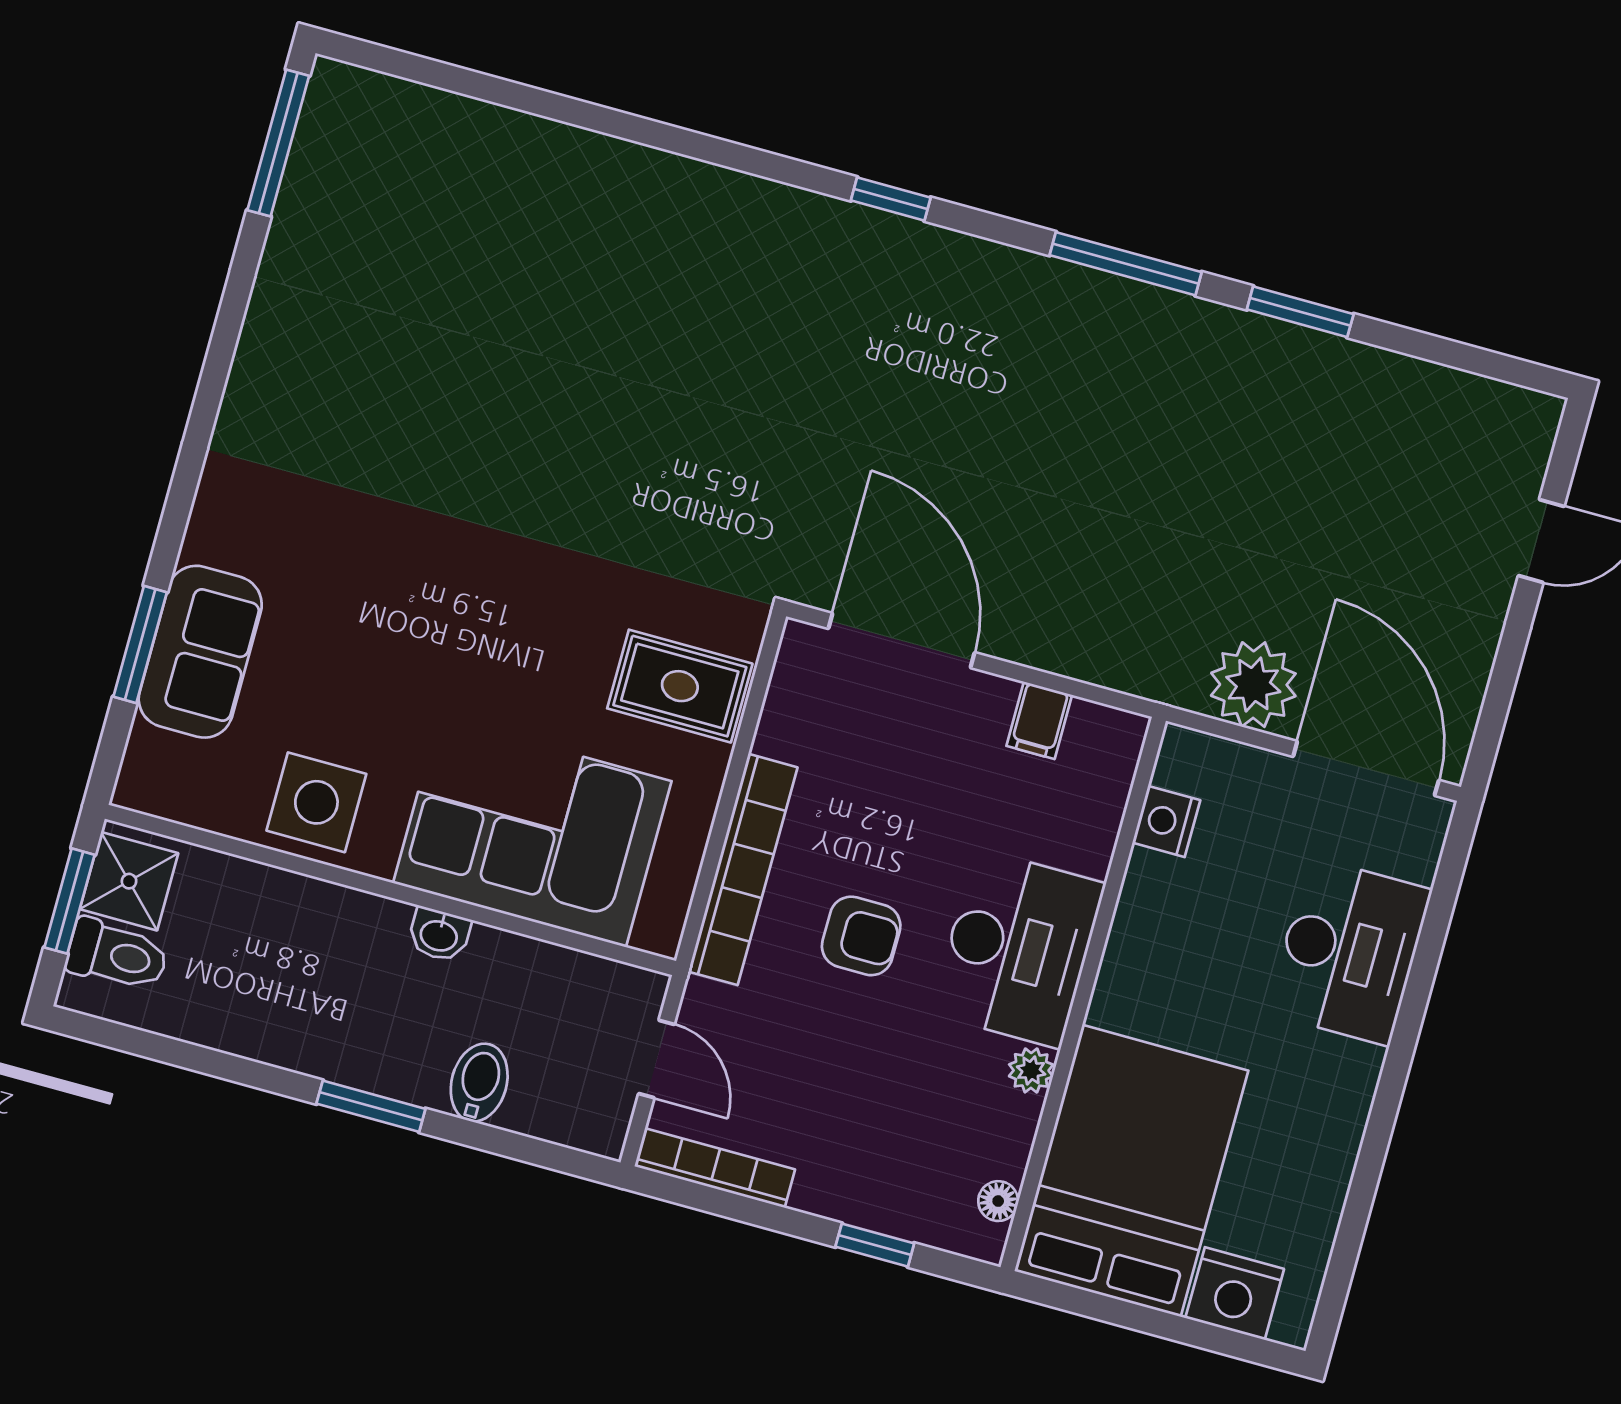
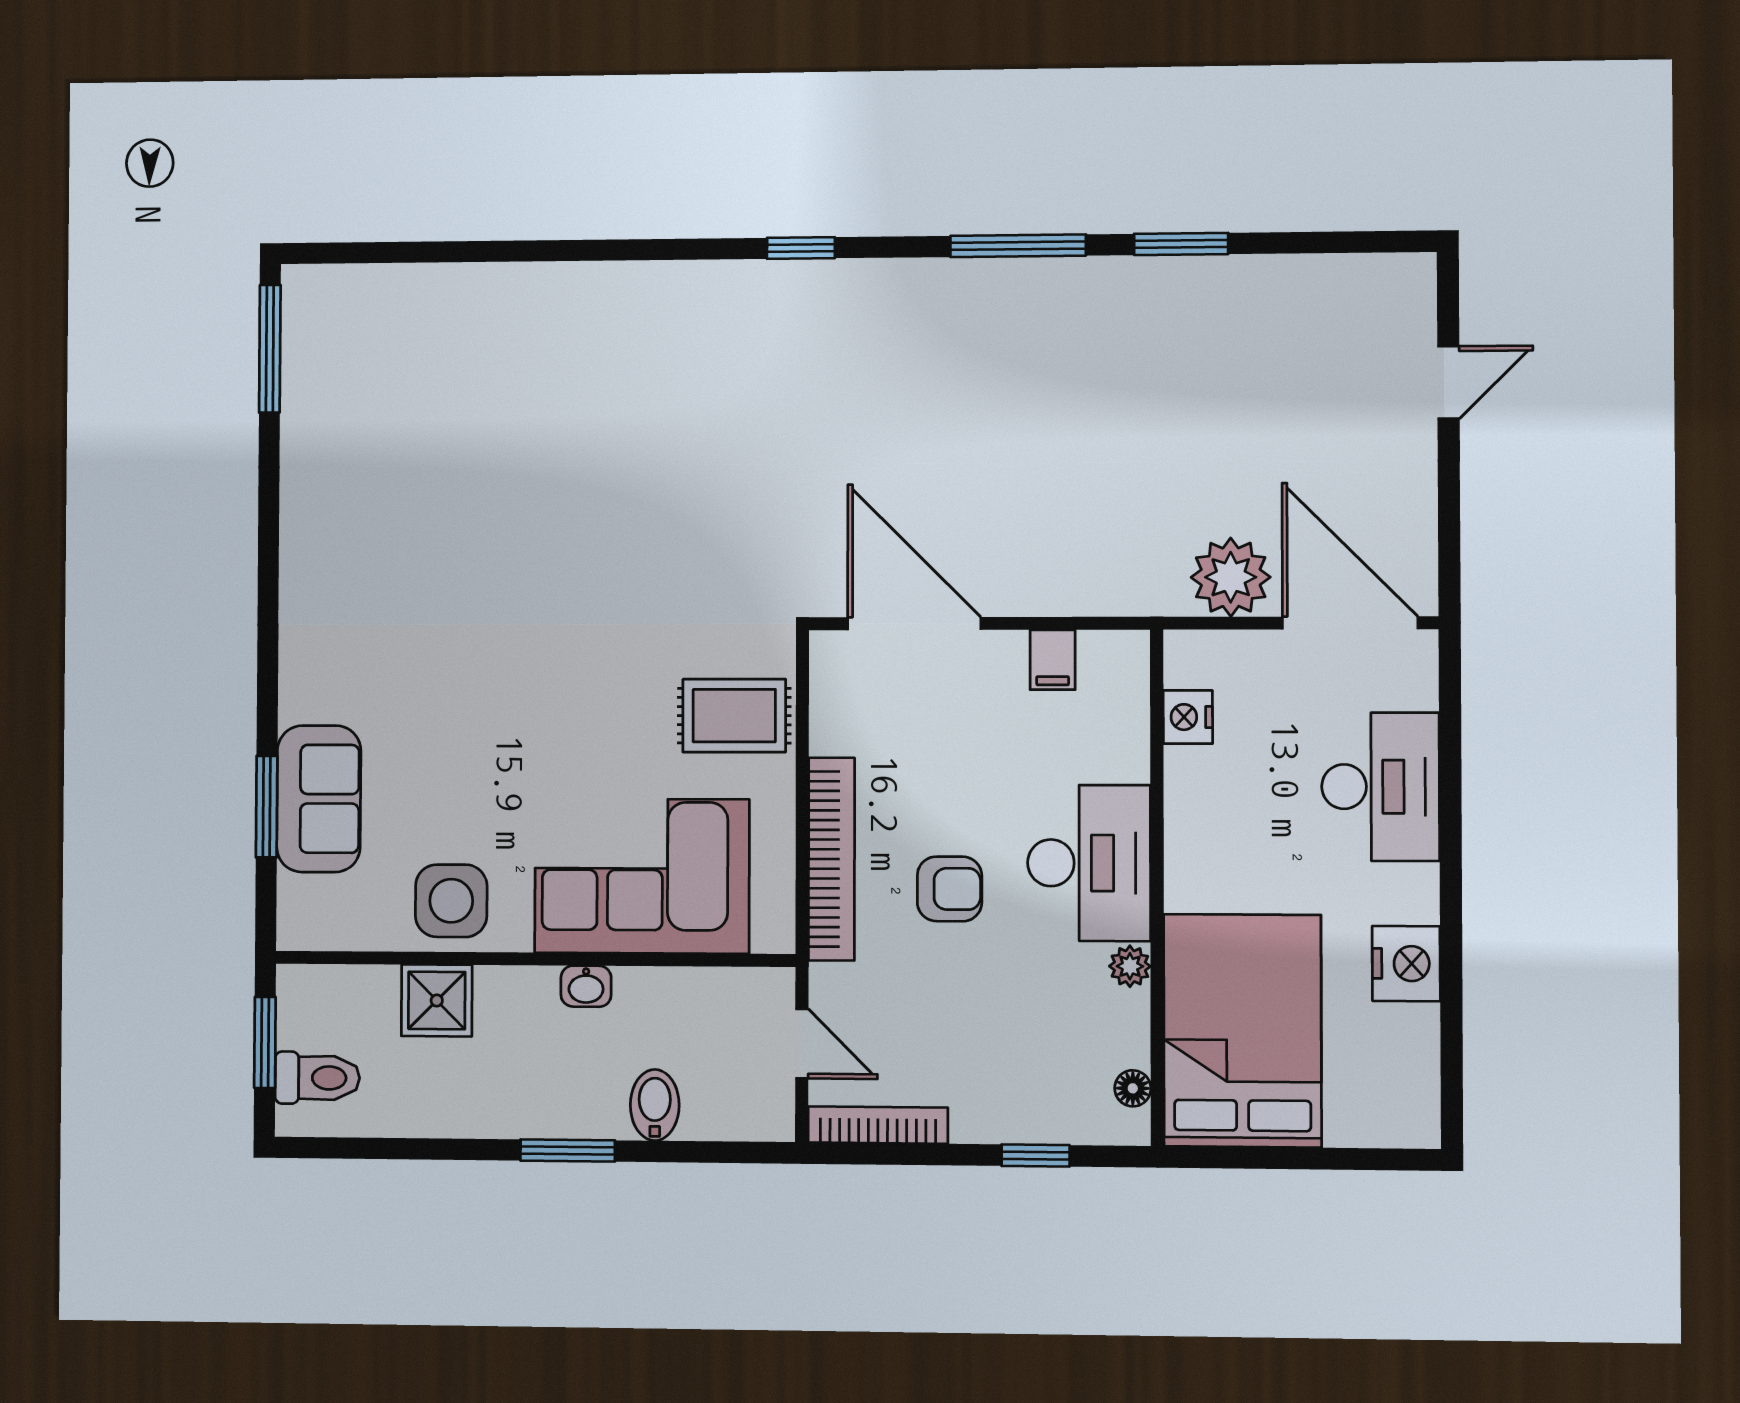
shower: (129, 881) -> (437, 1000), moved
nightstand: (1235, 1294) -> (1406, 964), moved, turned -90

